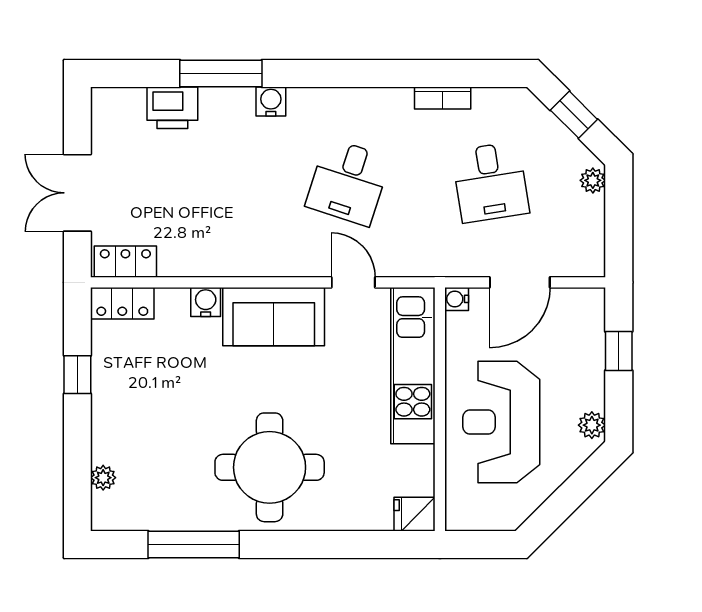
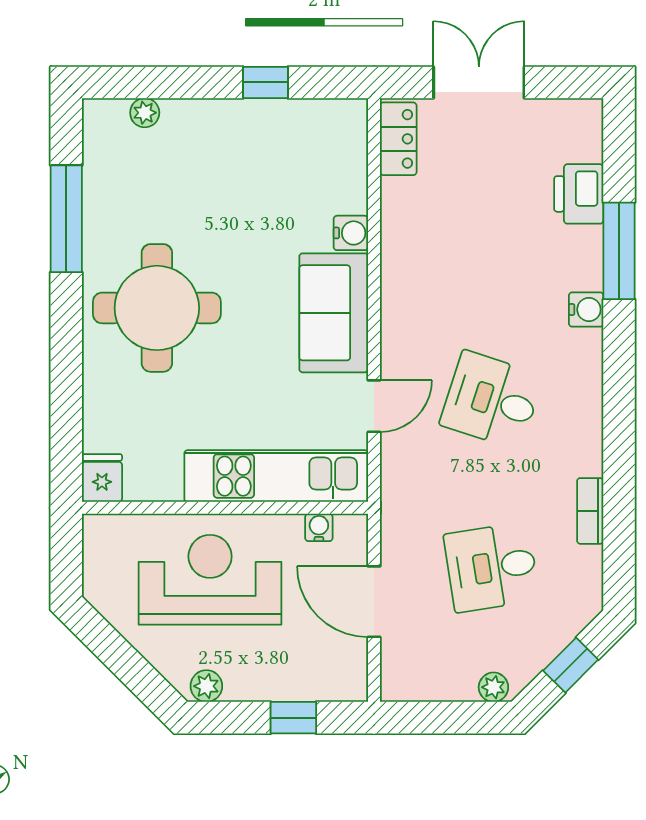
water cooler: (457, 299) -> (319, 527), moved
locker: (122, 303) -> (349, 135), removed

